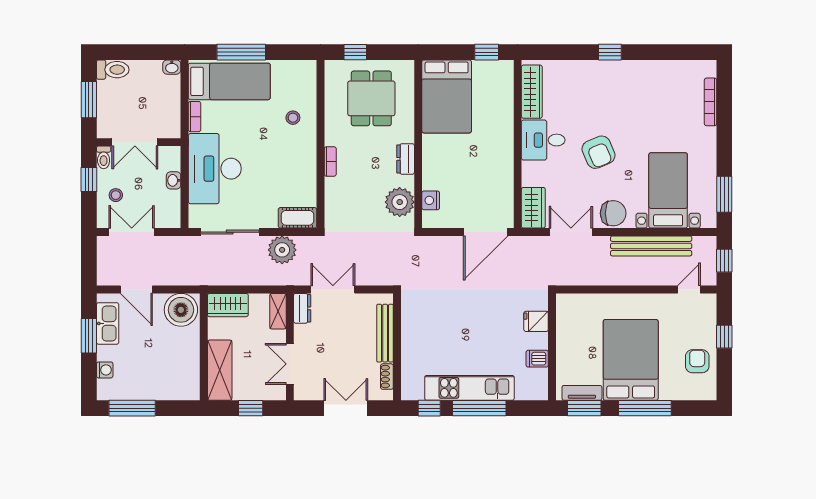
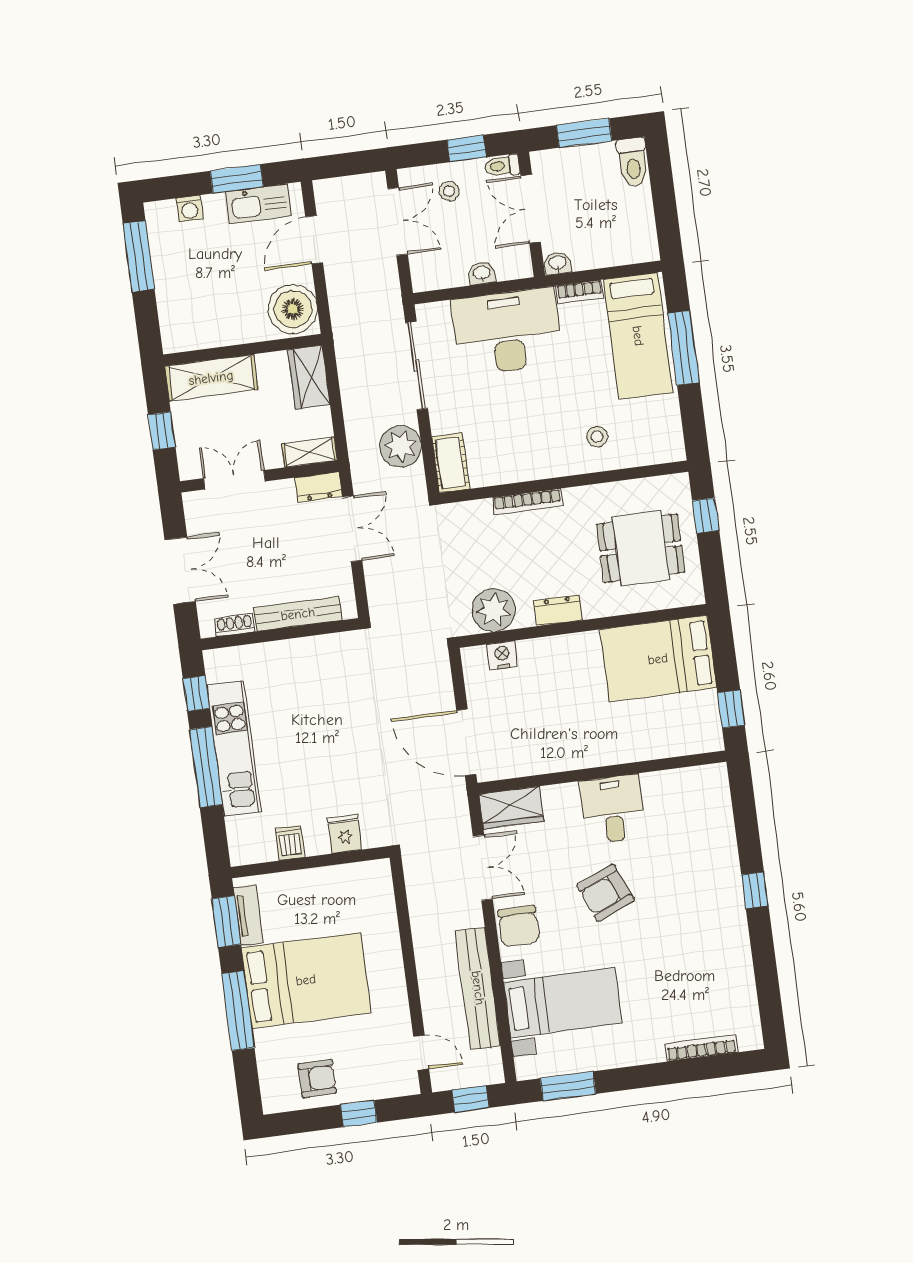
washbasin: (172, 67) -> (558, 263), moved, turned 90
wardrobe: (532, 92) -> (682, 783), removed
bookcase: (330, 161) -> (528, 502), width x1.56

